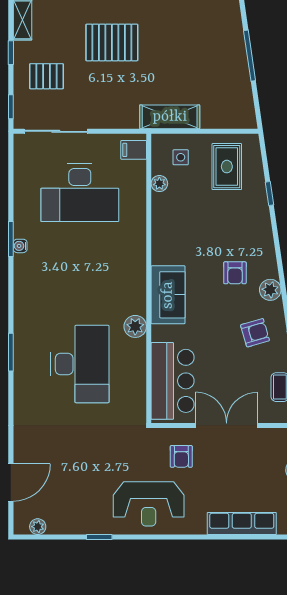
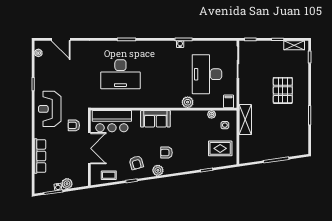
pallet: (47, 76) -> (266, 57), removed
plant: (135, 326) -> (188, 102), moved

